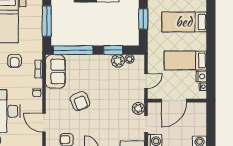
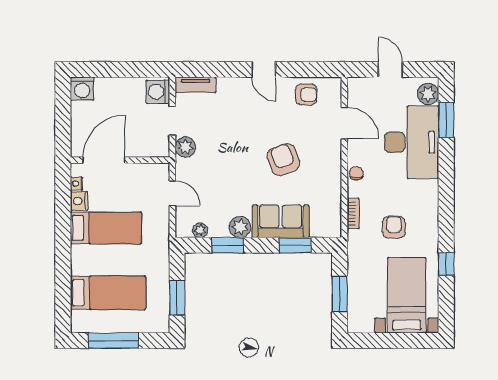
window: (47, 21) -> (340, 294), width x0.69
window: (73, 50) -> (295, 245), width x0.47
plant: (118, 61) -> (240, 227), moved
sofa: (55, 71) -> (281, 221), moved, turned 90
door: (146, 81) -> (172, 193), swing flipped
door: (174, 101) -> (104, 160), moved

